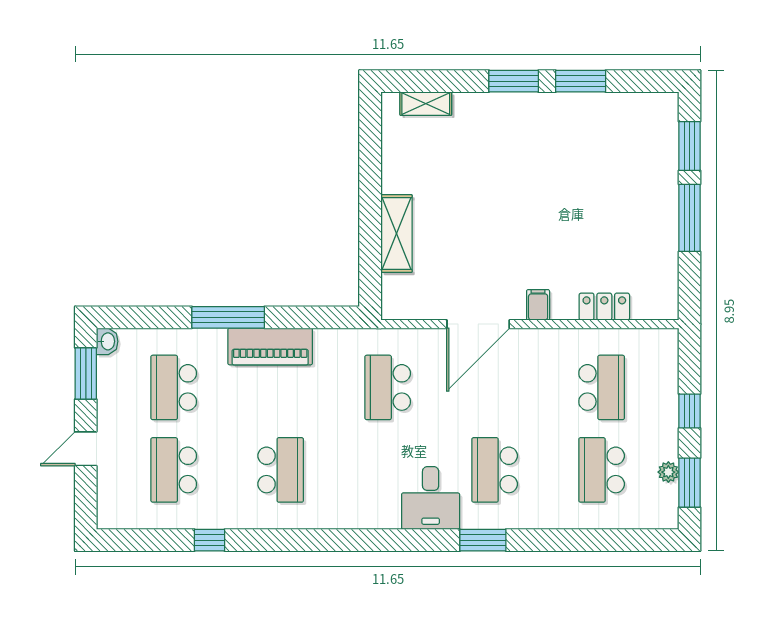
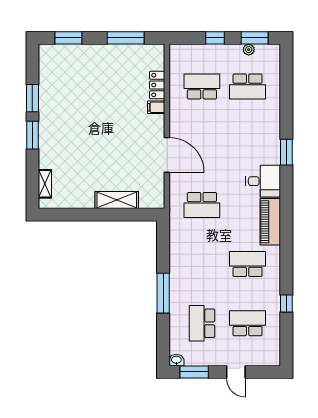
window: (689, 218) -> (126, 38), moved
filing cabinet: (538, 305) -> (156, 107), moved
piano: (270, 346) -> (270, 222), moved, turned 180
school desk: (174, 387) -> (202, 323), turned 90
school desk: (174, 470) -> (248, 323), turned 180
school desk: (495, 470) -> (248, 146), removed

